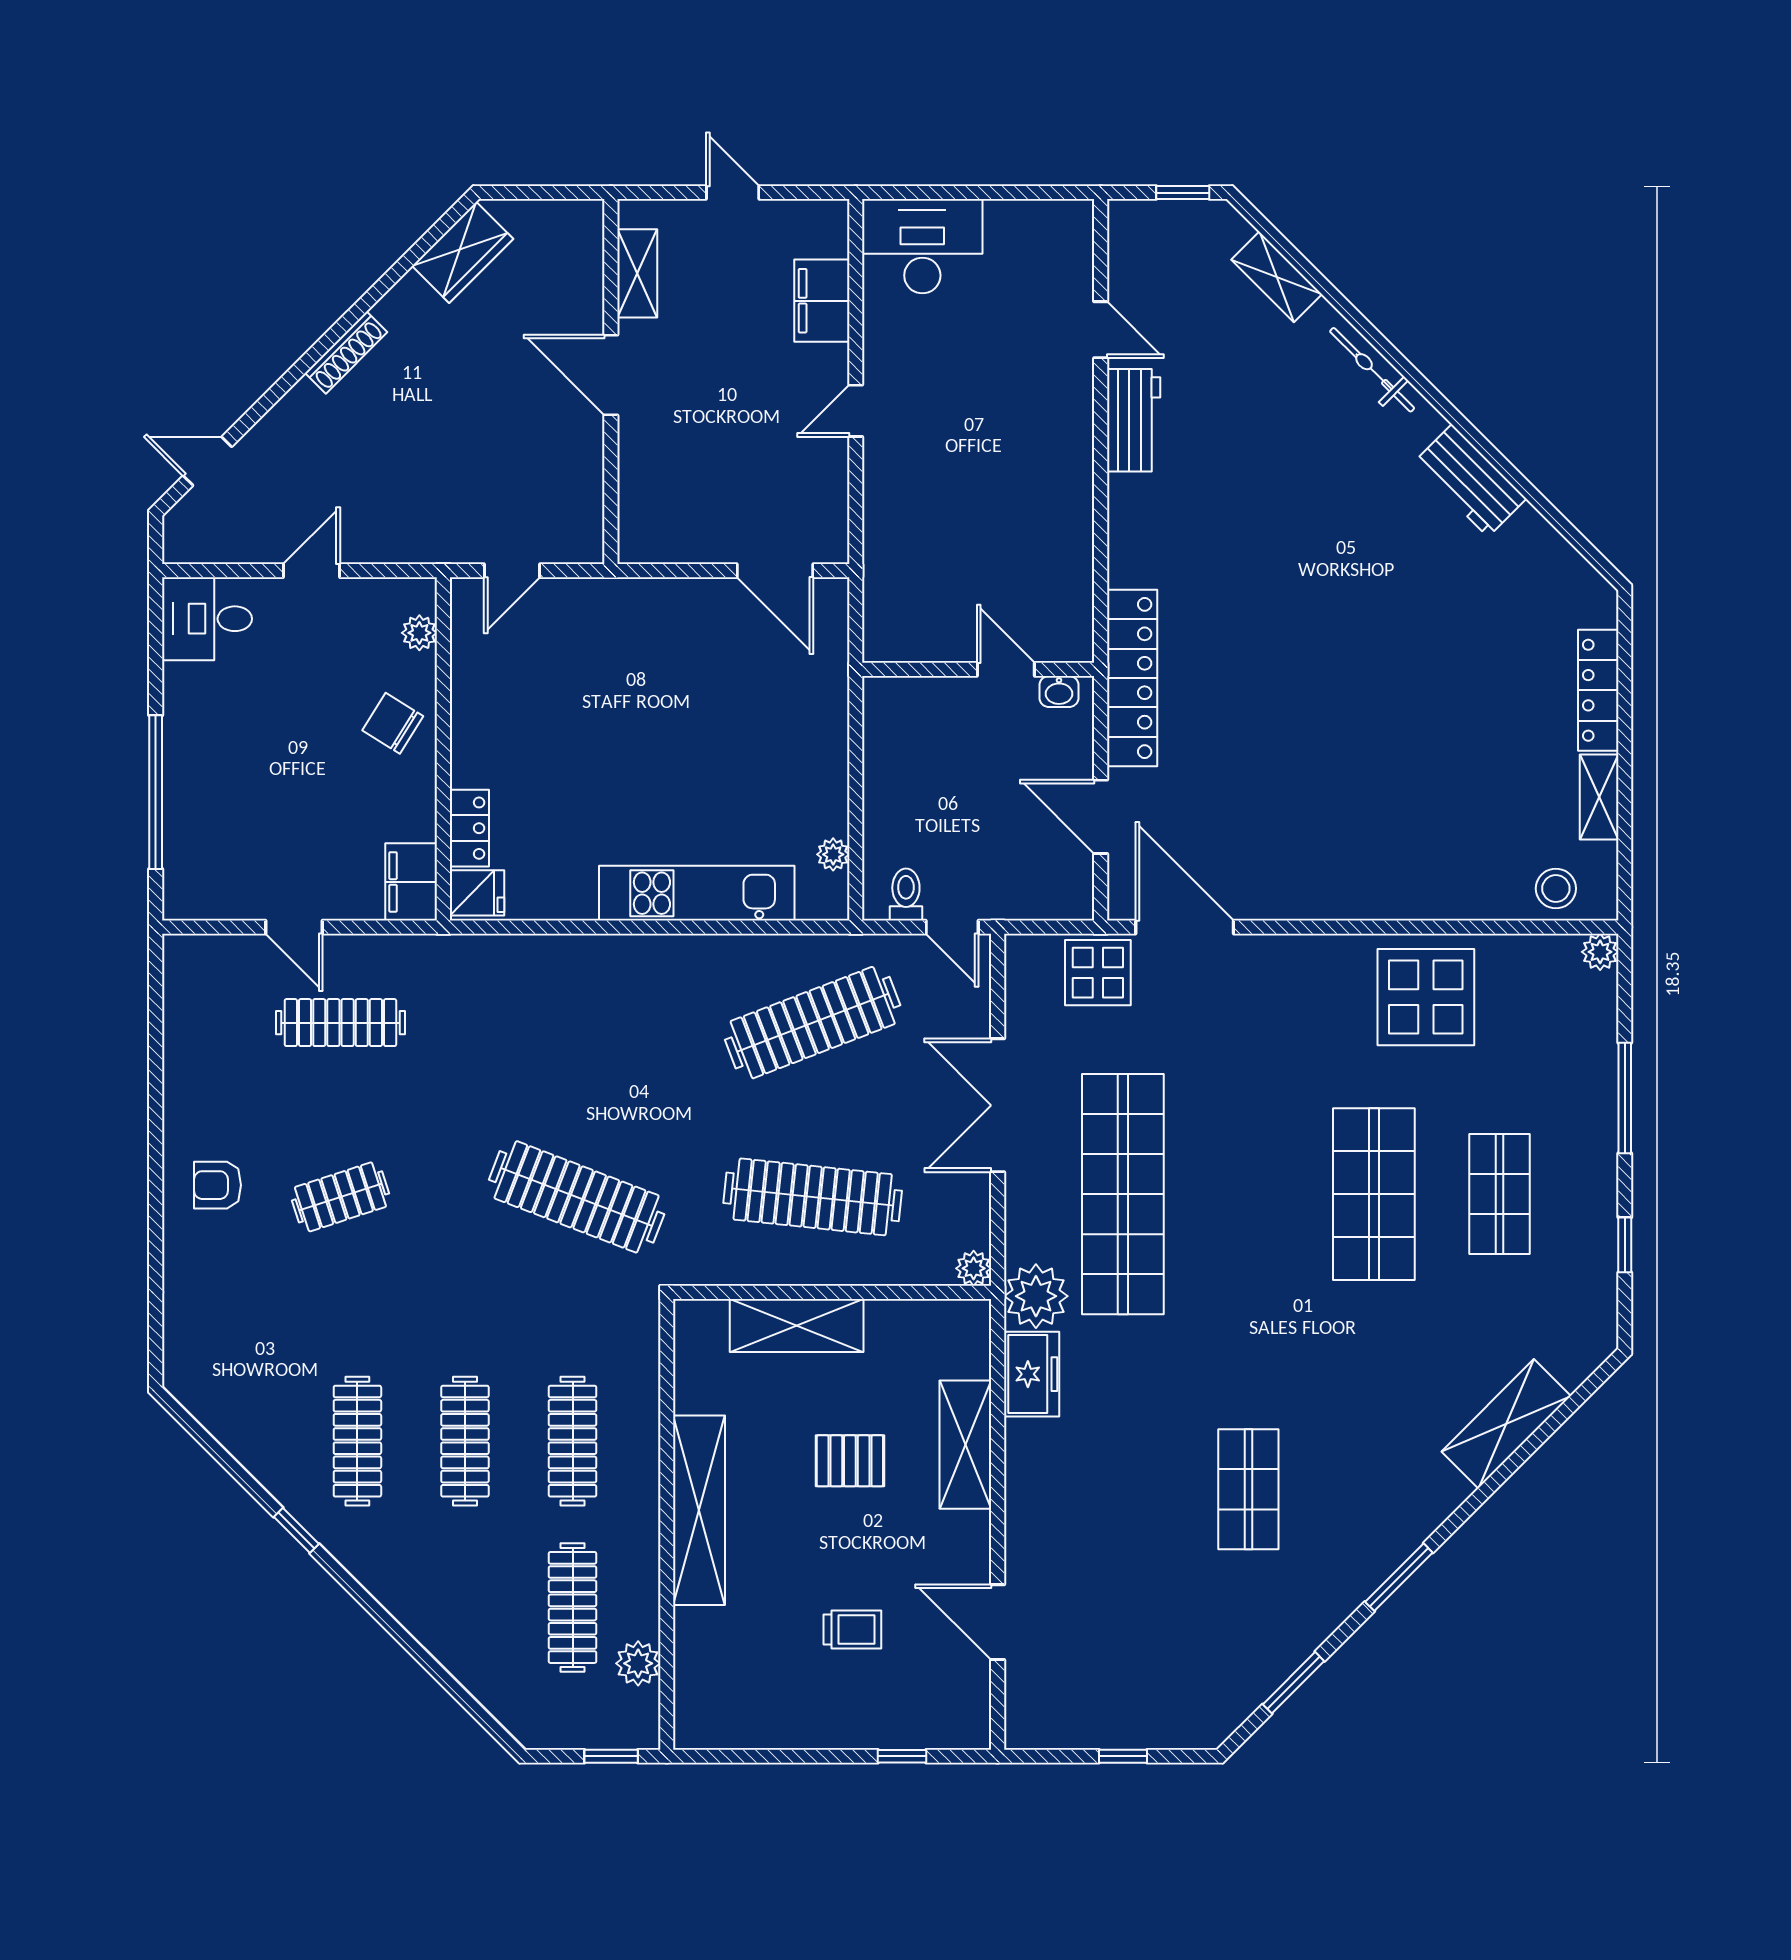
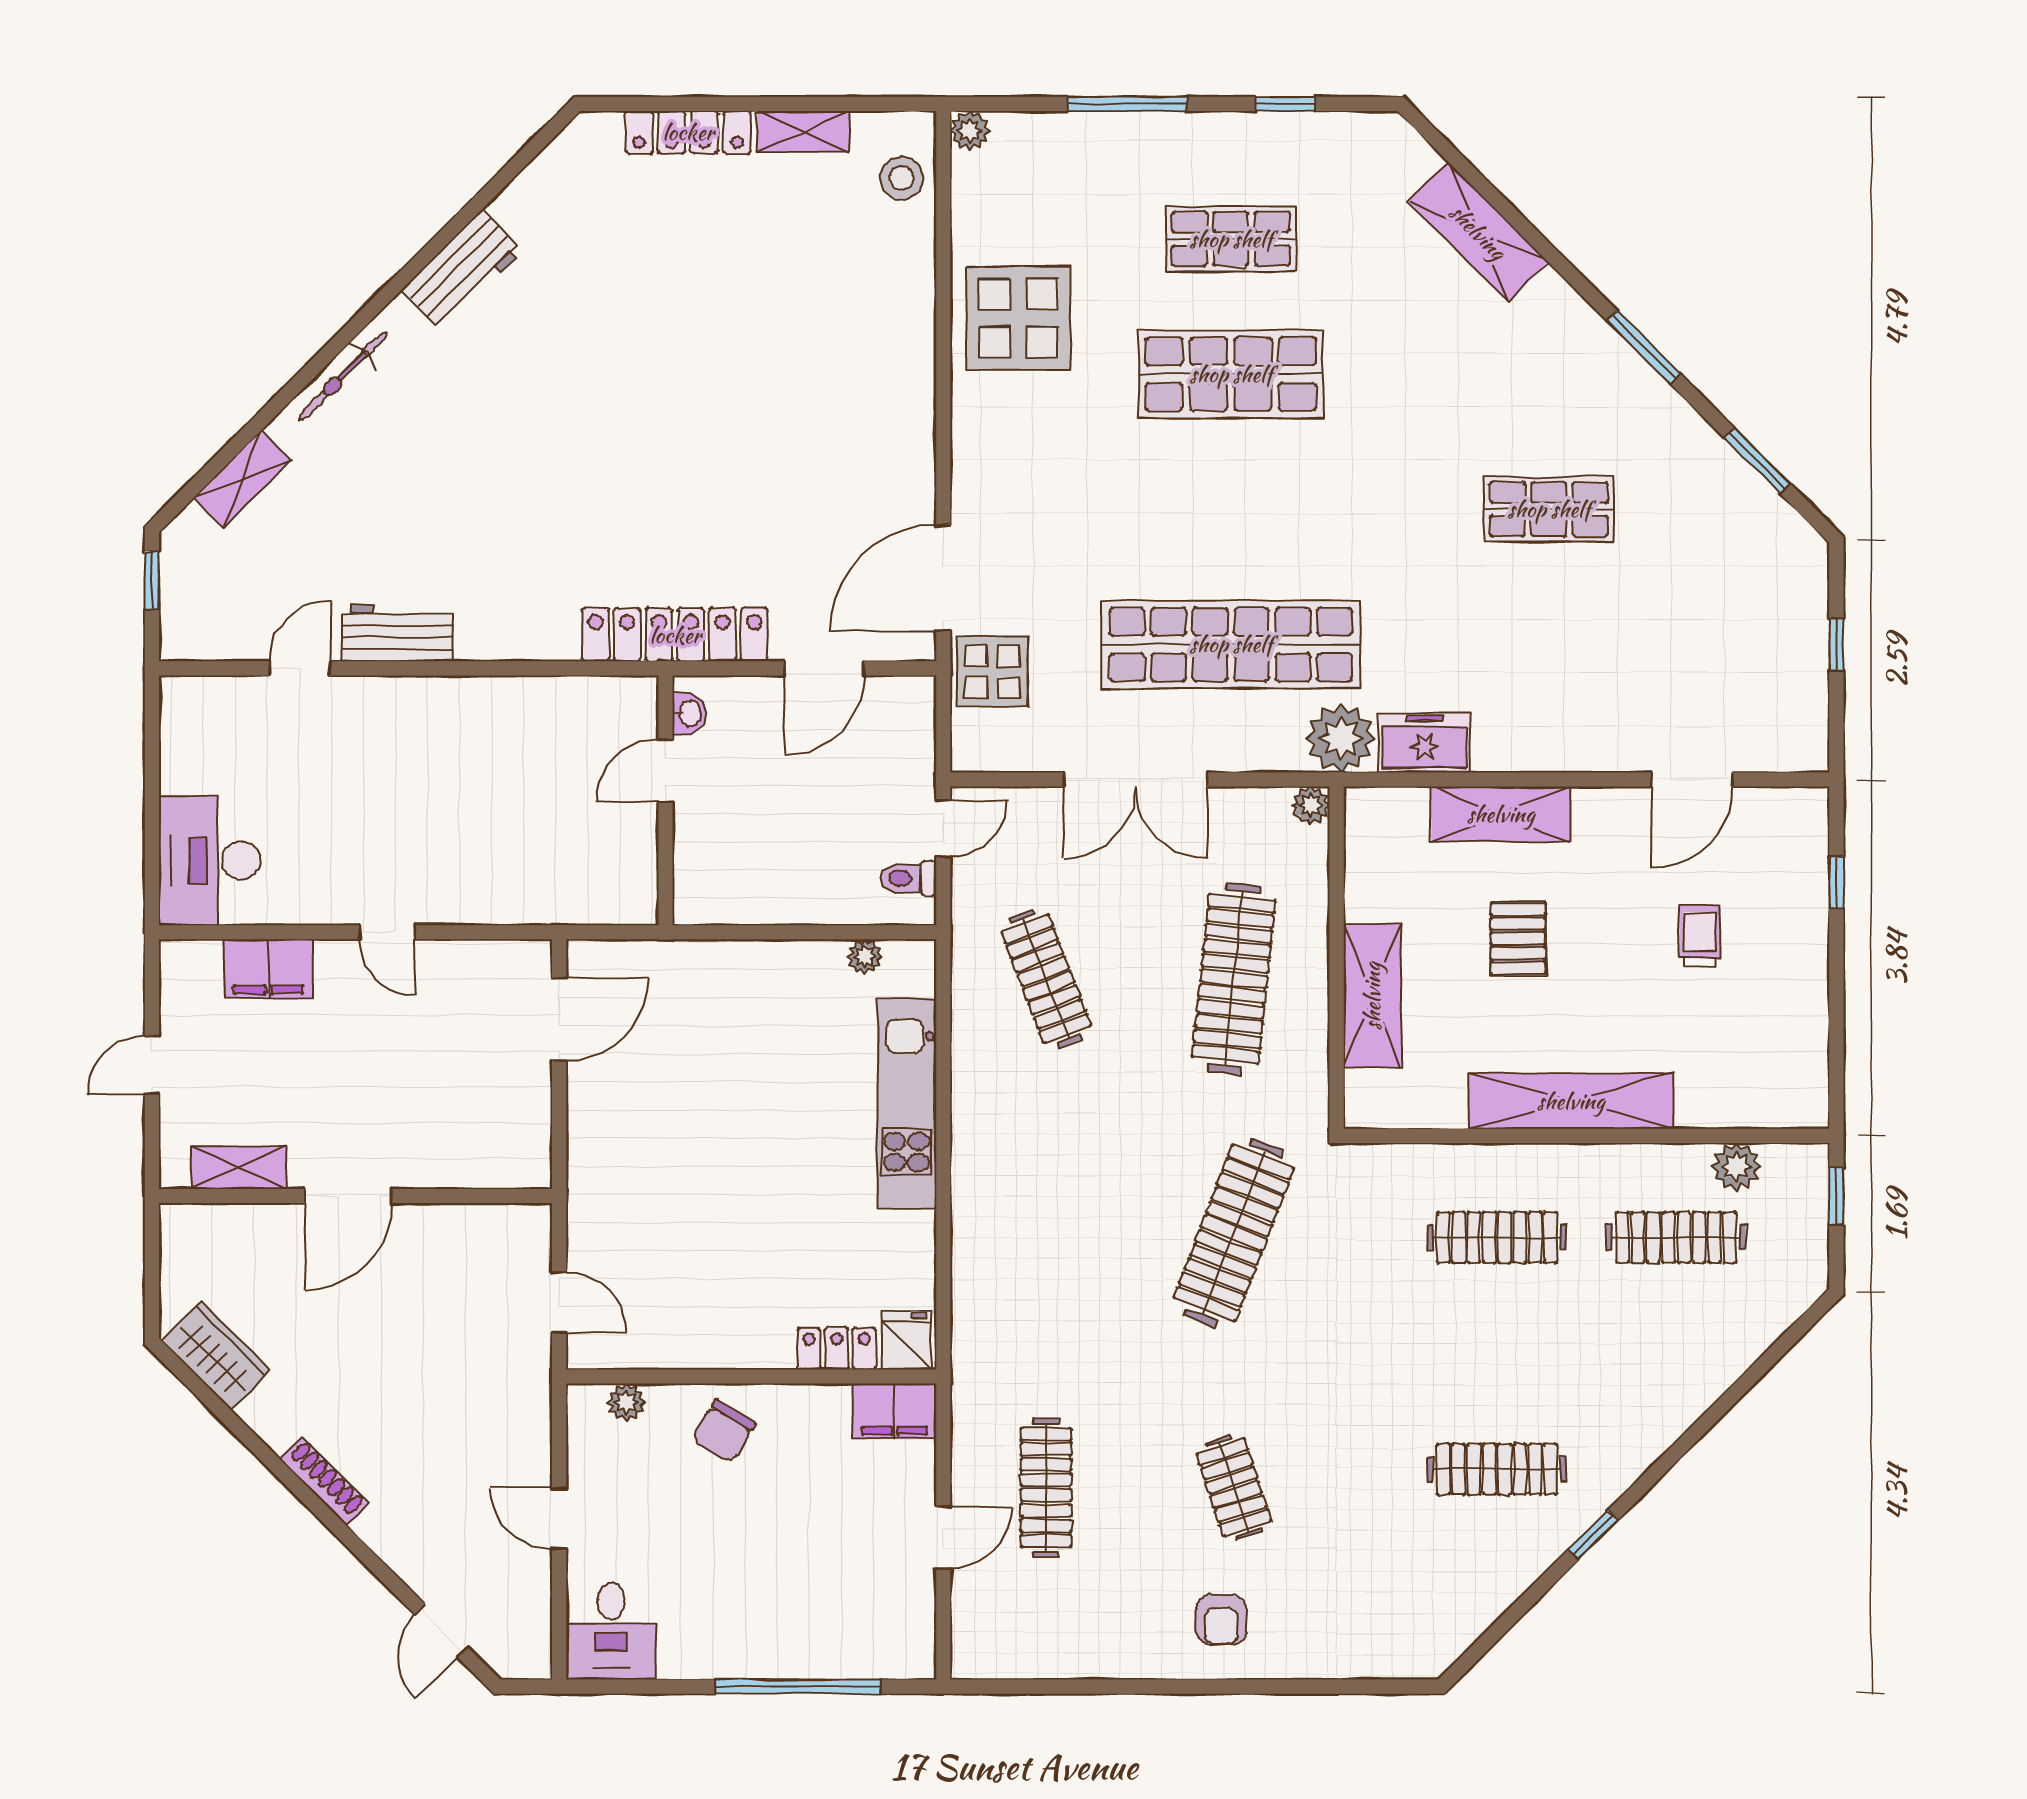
clothes rail: (813, 1023) -> (1046, 979), width x0.73, depth x0.76
clothes rail: (465, 1441) -> (1497, 1353), removed

